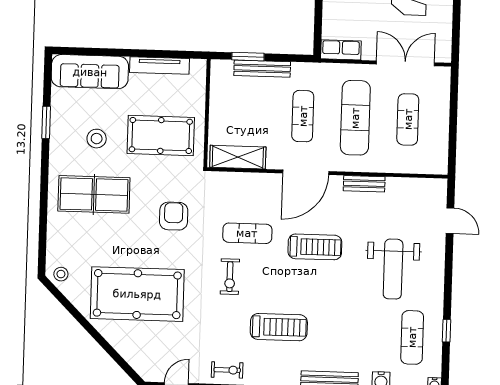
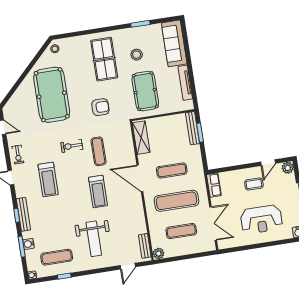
bench: (262, 69) -> (192, 128), moved
plant: (438, 165) -> (158, 253), added
bench: (364, 184) -> (145, 246), moved
weight bench: (393, 269) -> (94, 239), turned -90

